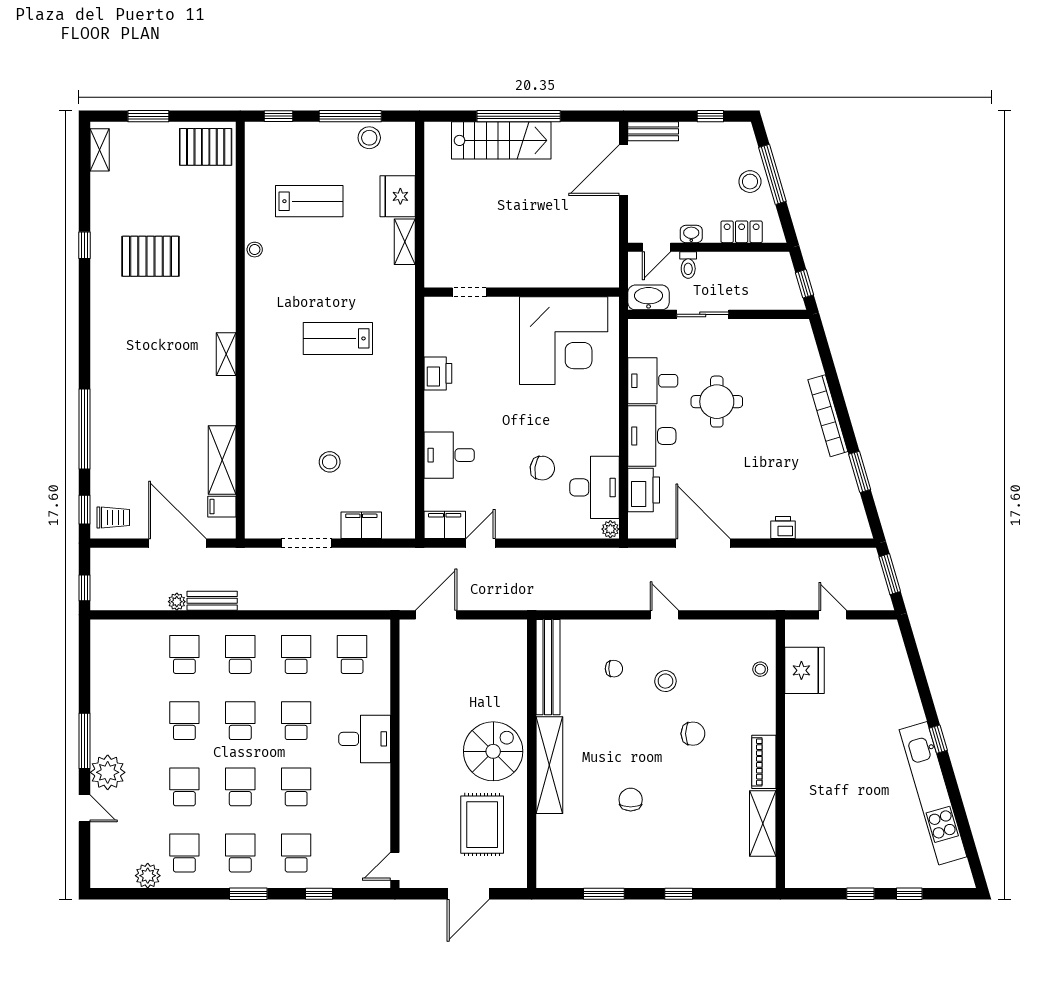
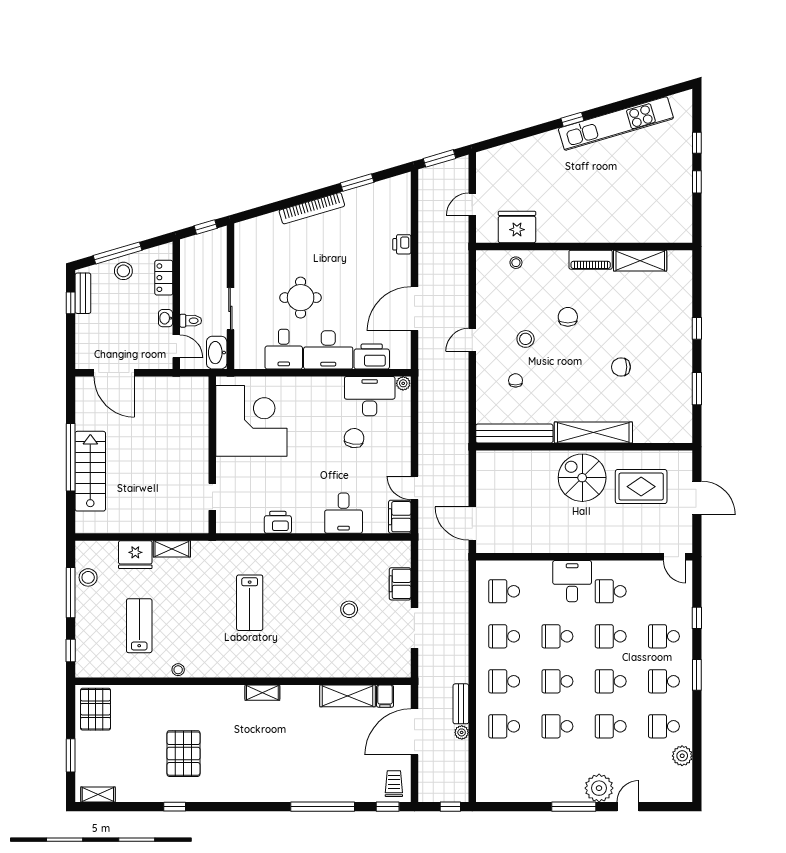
bench: (653, 131) -> (83, 293), moved
school desk: (352, 787) -> (611, 591), added

